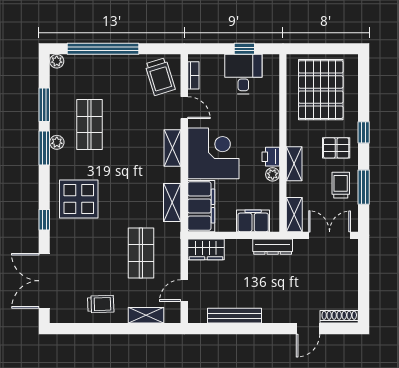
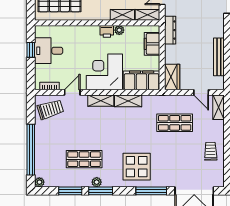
shelving: (294, 164) -> (122, 15), moved
shelving: (172, 203) -> (128, 101), moved
window: (44, 220) -> (151, 191), width x2.17
shelving: (146, 315) -> (219, 107), moved

